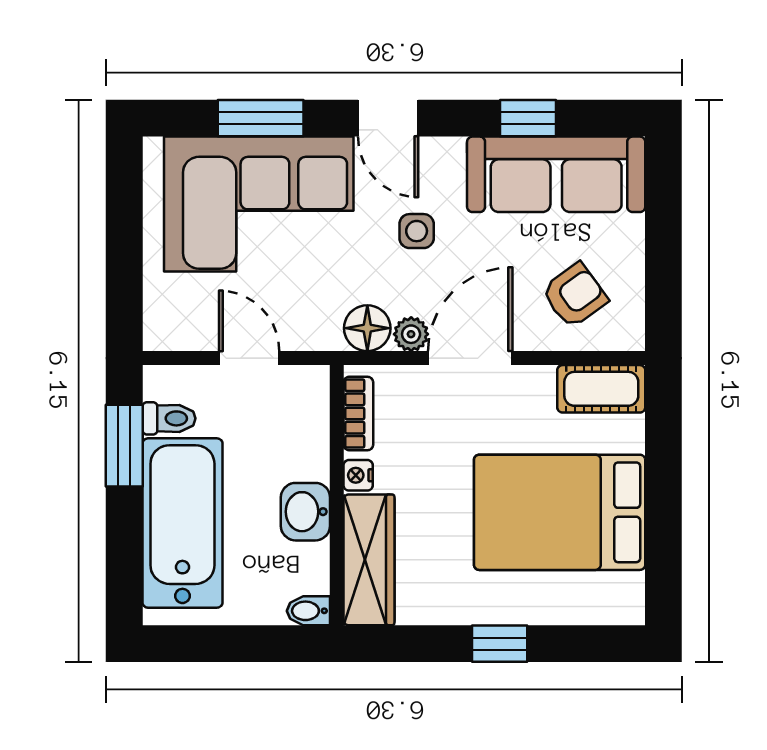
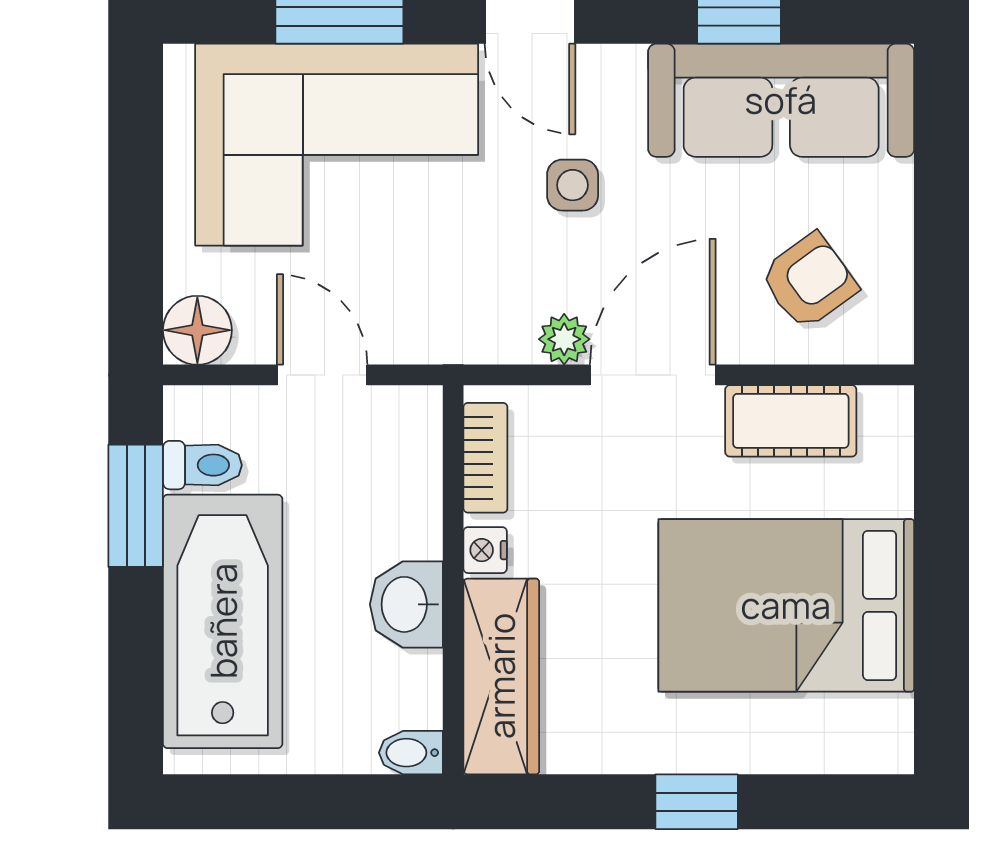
floor lamp: (367, 328) -> (197, 330), moved
cot: (601, 389) -> (791, 421), moved

